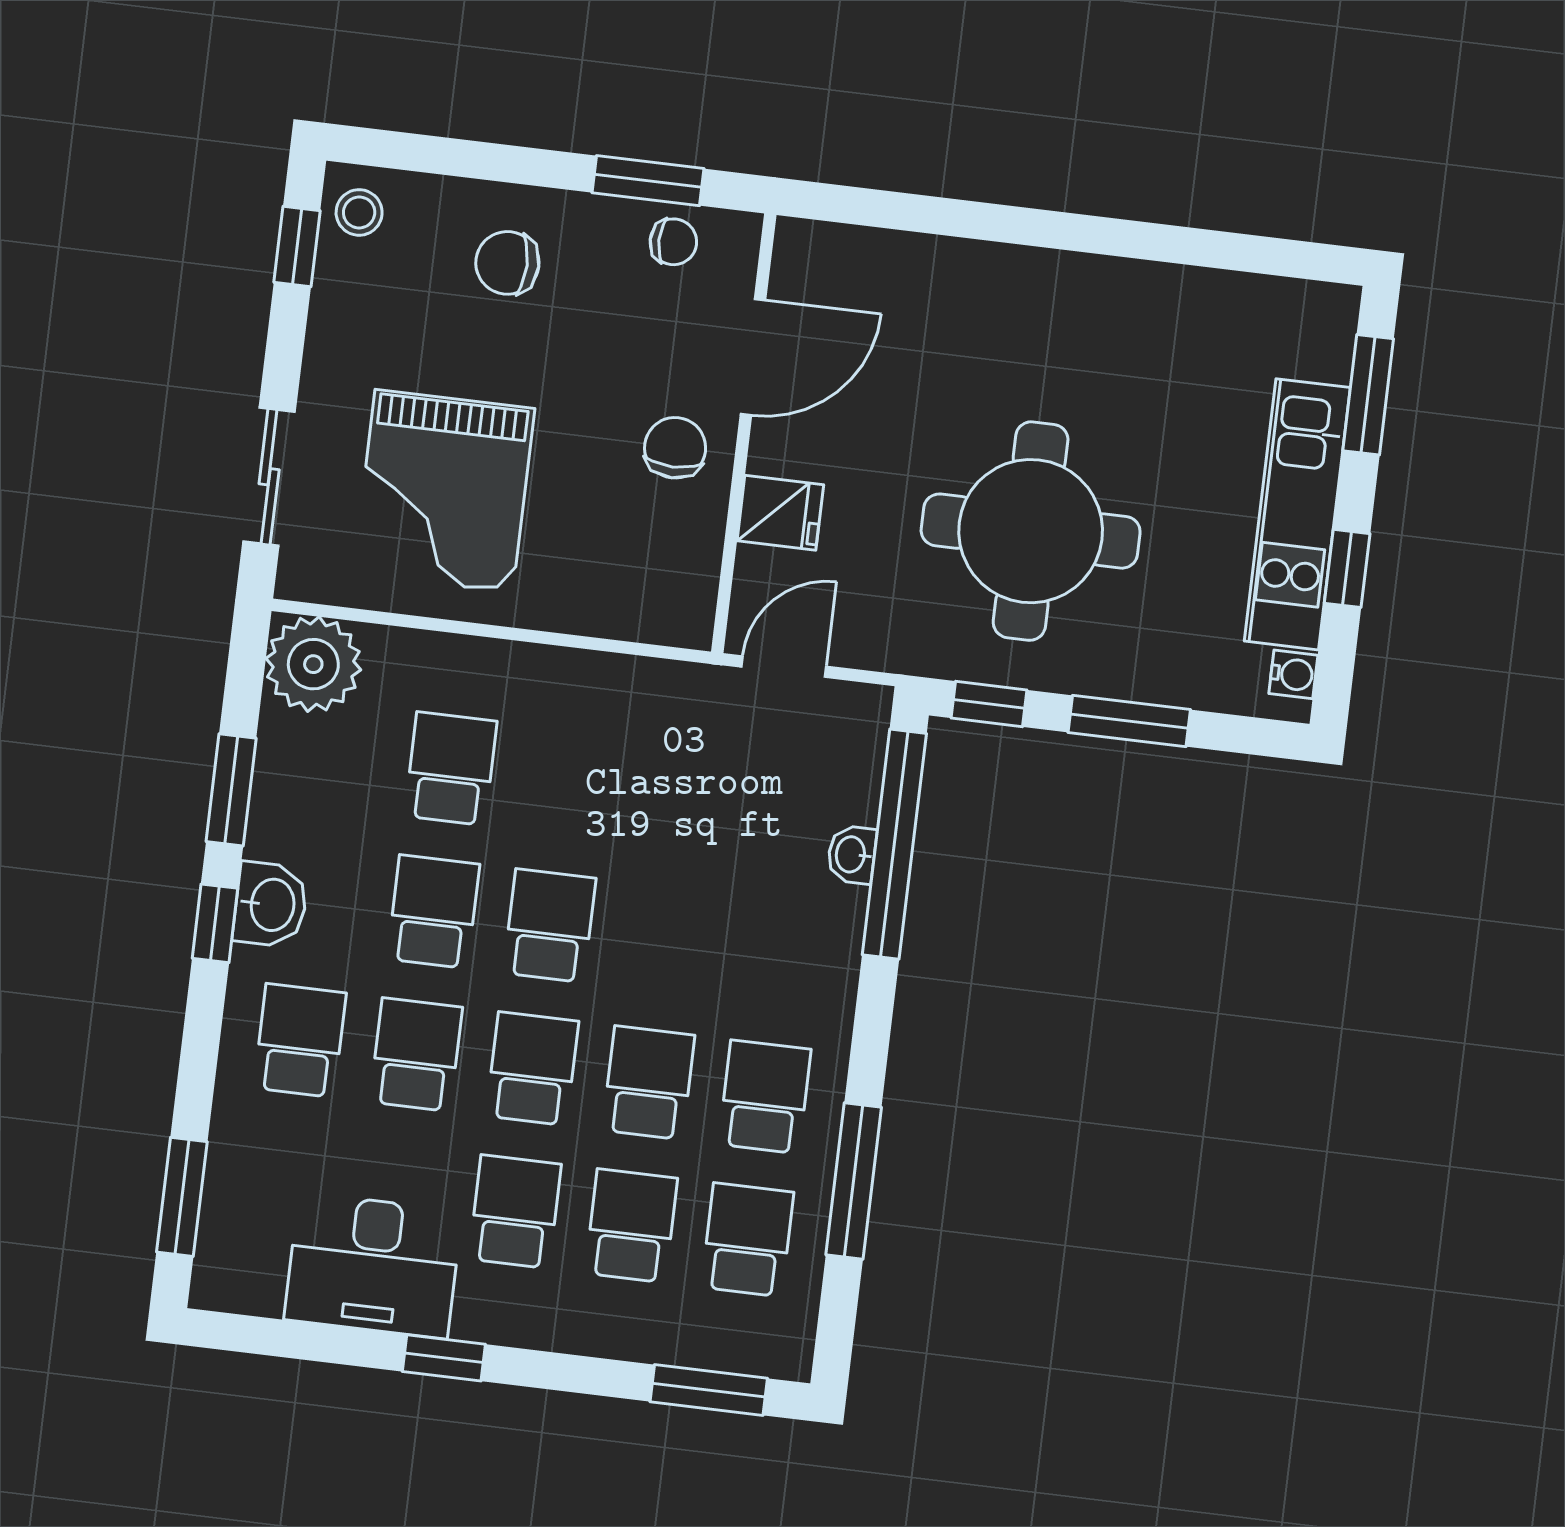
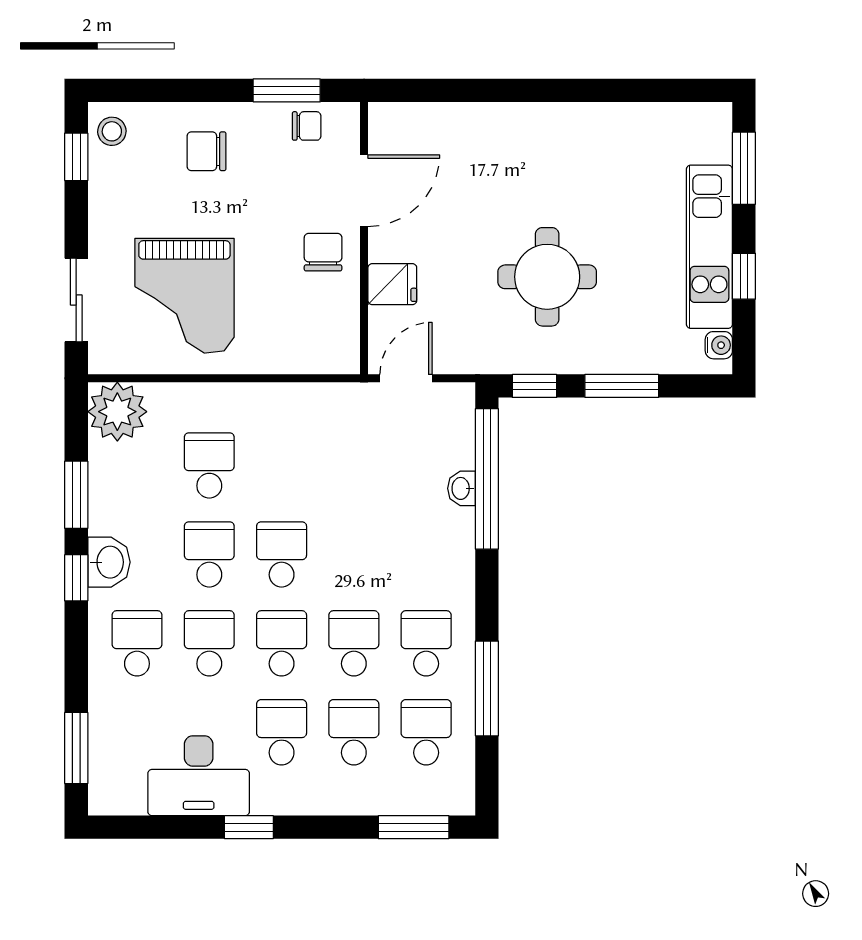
round table: (1031, 531) -> (547, 277), width x0.73, depth x0.73

